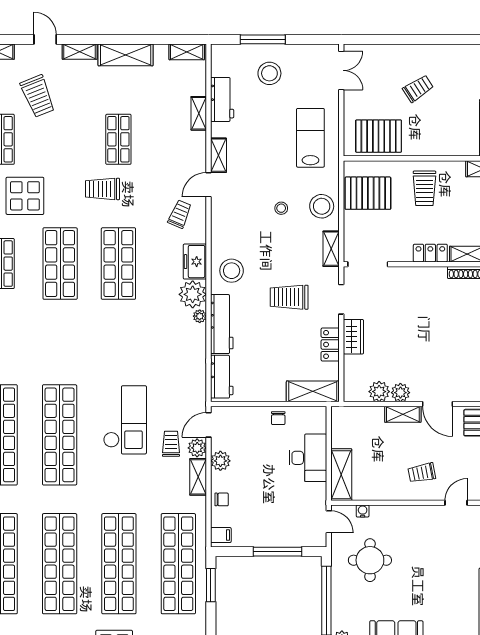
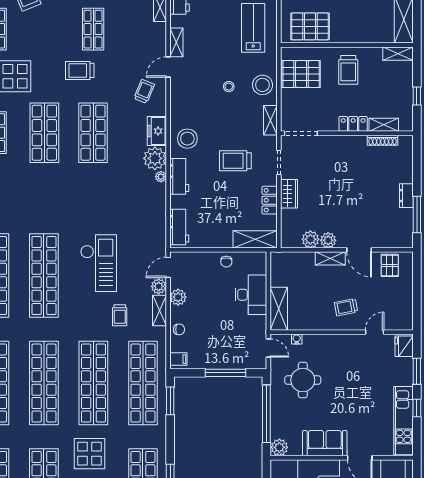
workbench: (222, 324) -> (179, 176), width x0.73
trolley: (171, 444) -> (120, 315), moved, turned 180

